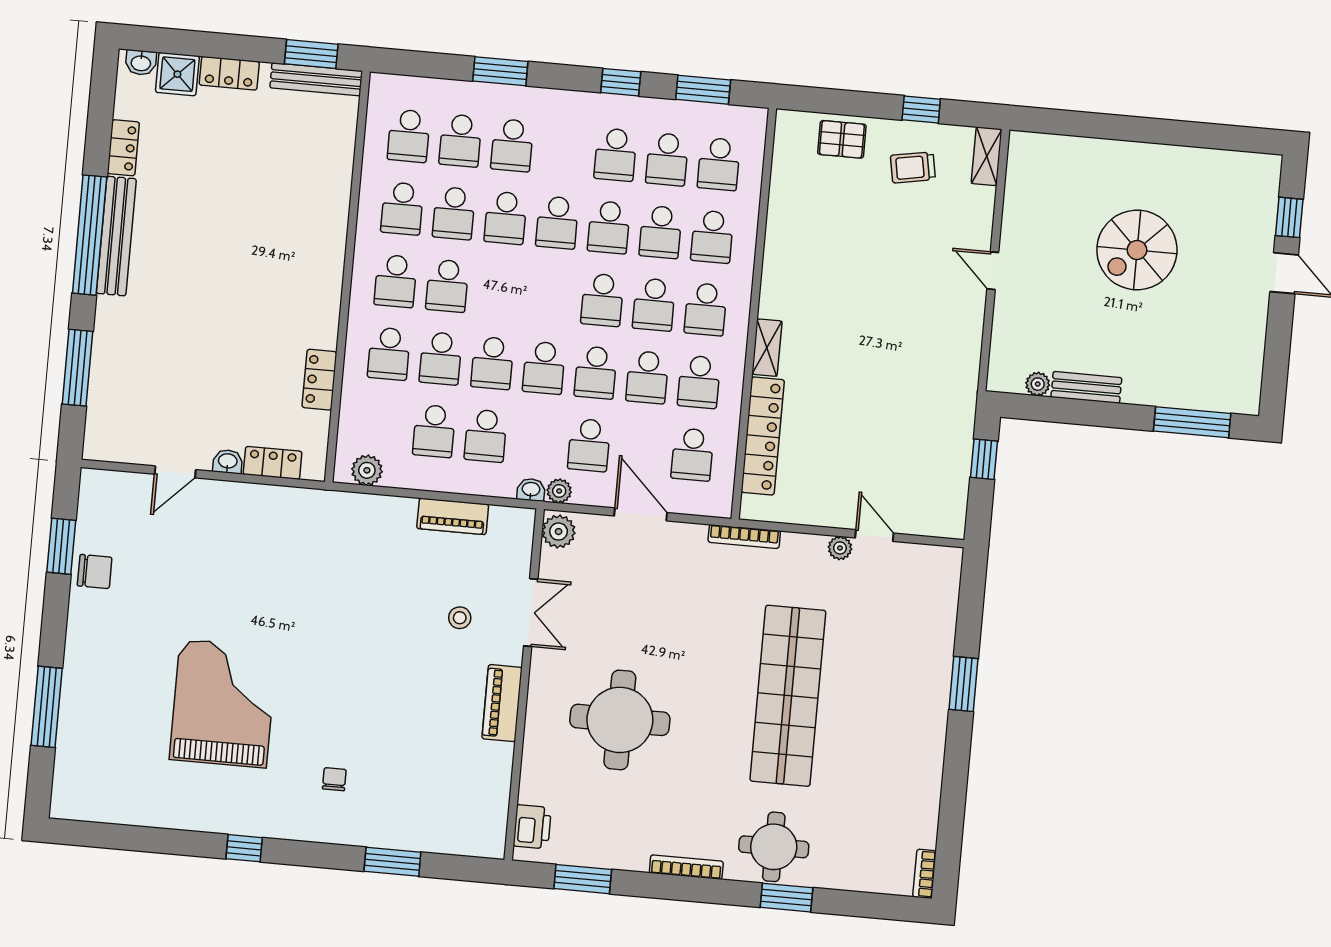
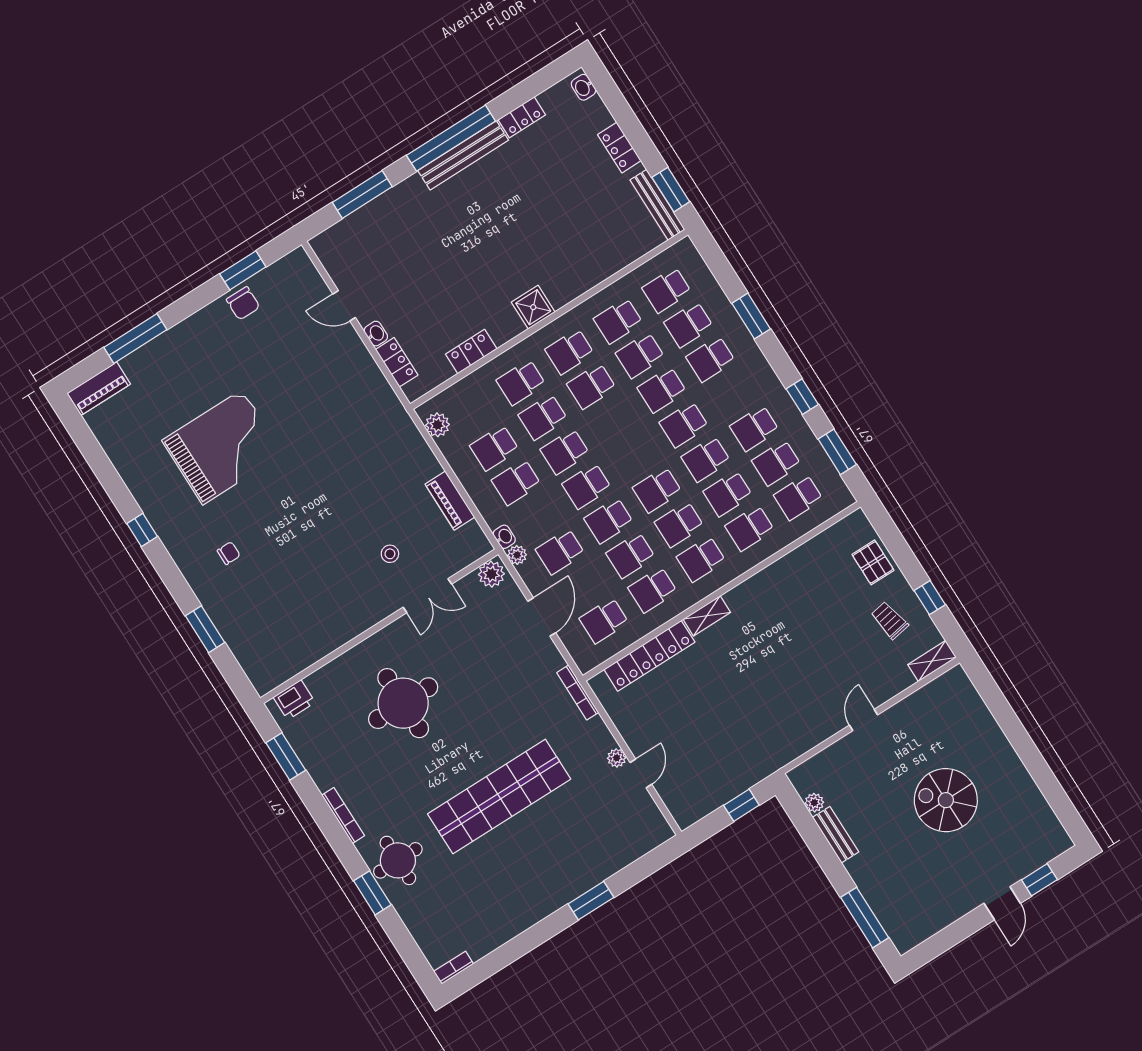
shower: (177, 74) -> (533, 307), moved
piano: (502, 703) -> (99, 389), moved, turned 180

